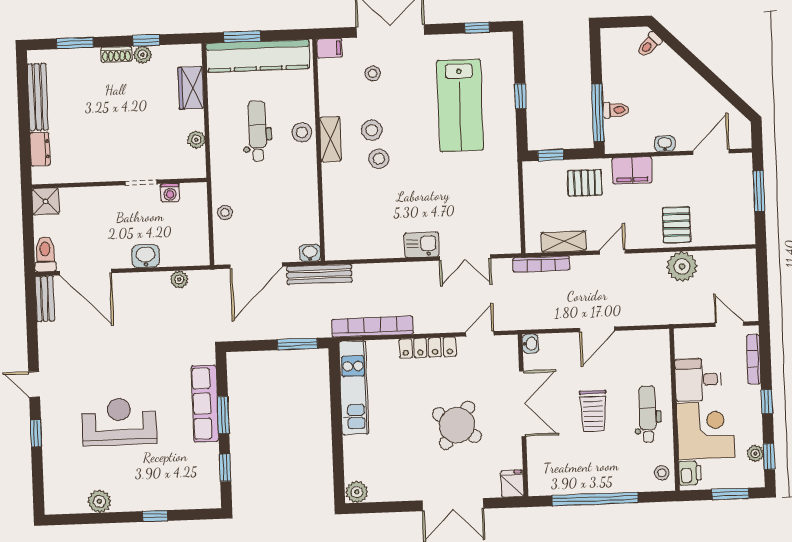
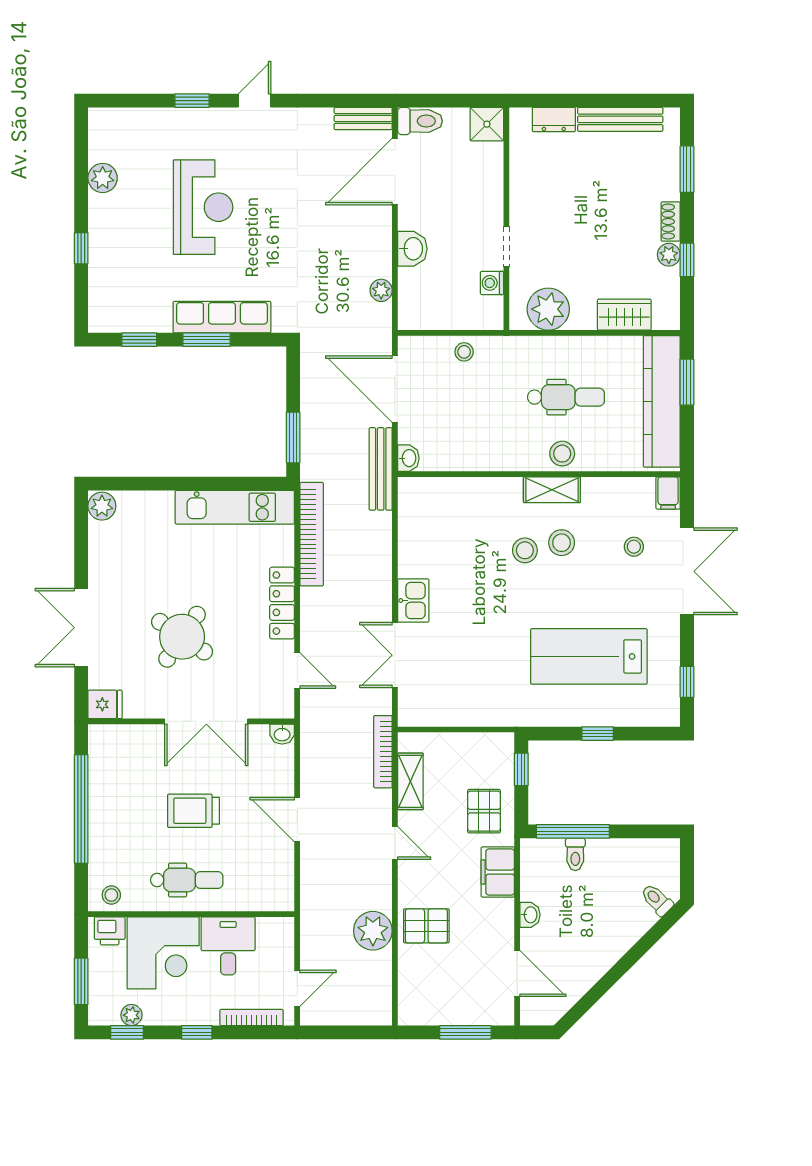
plant: (196, 140) -> (548, 309), width x1.88, depth x1.88

